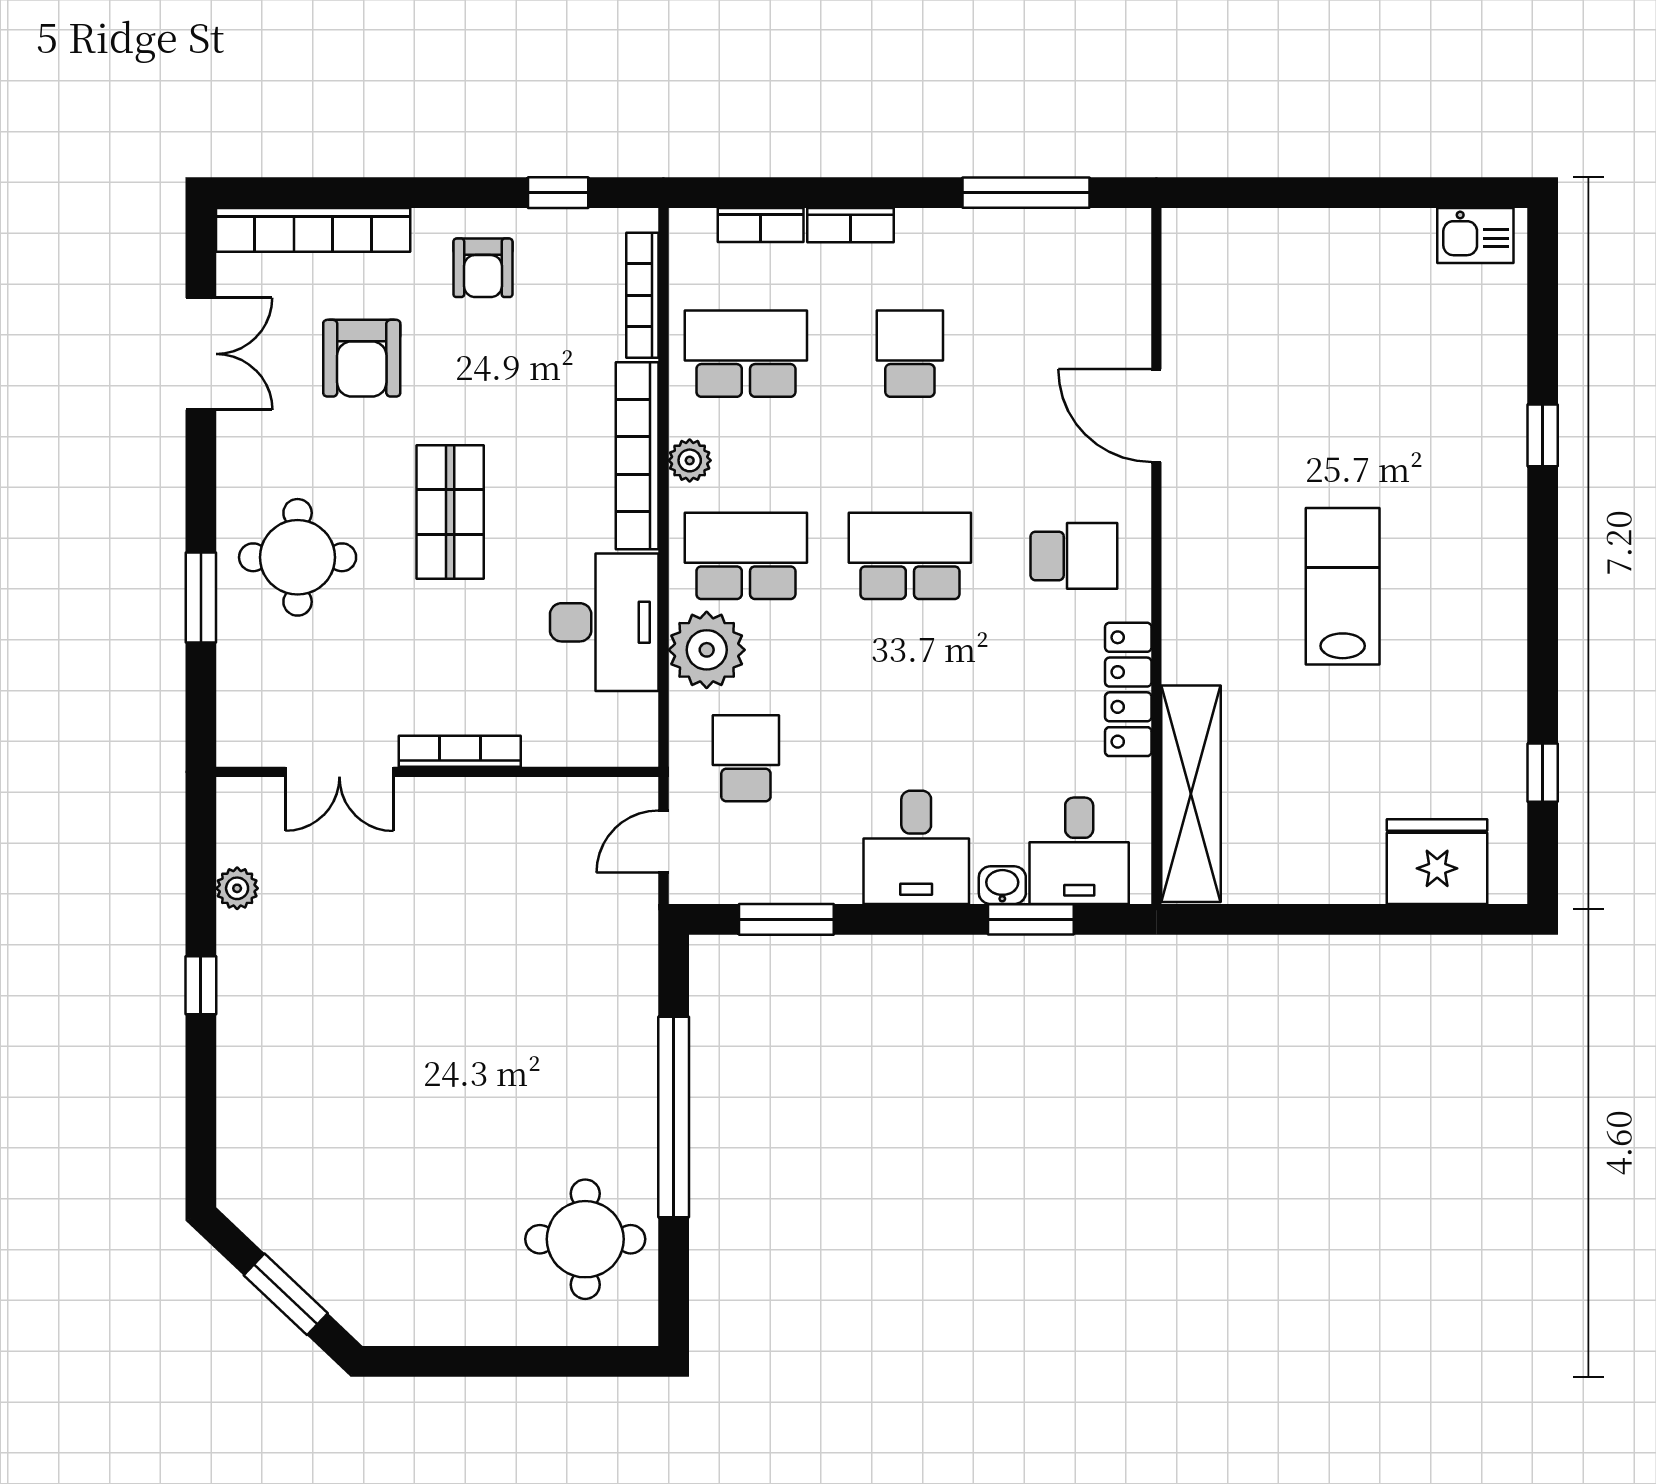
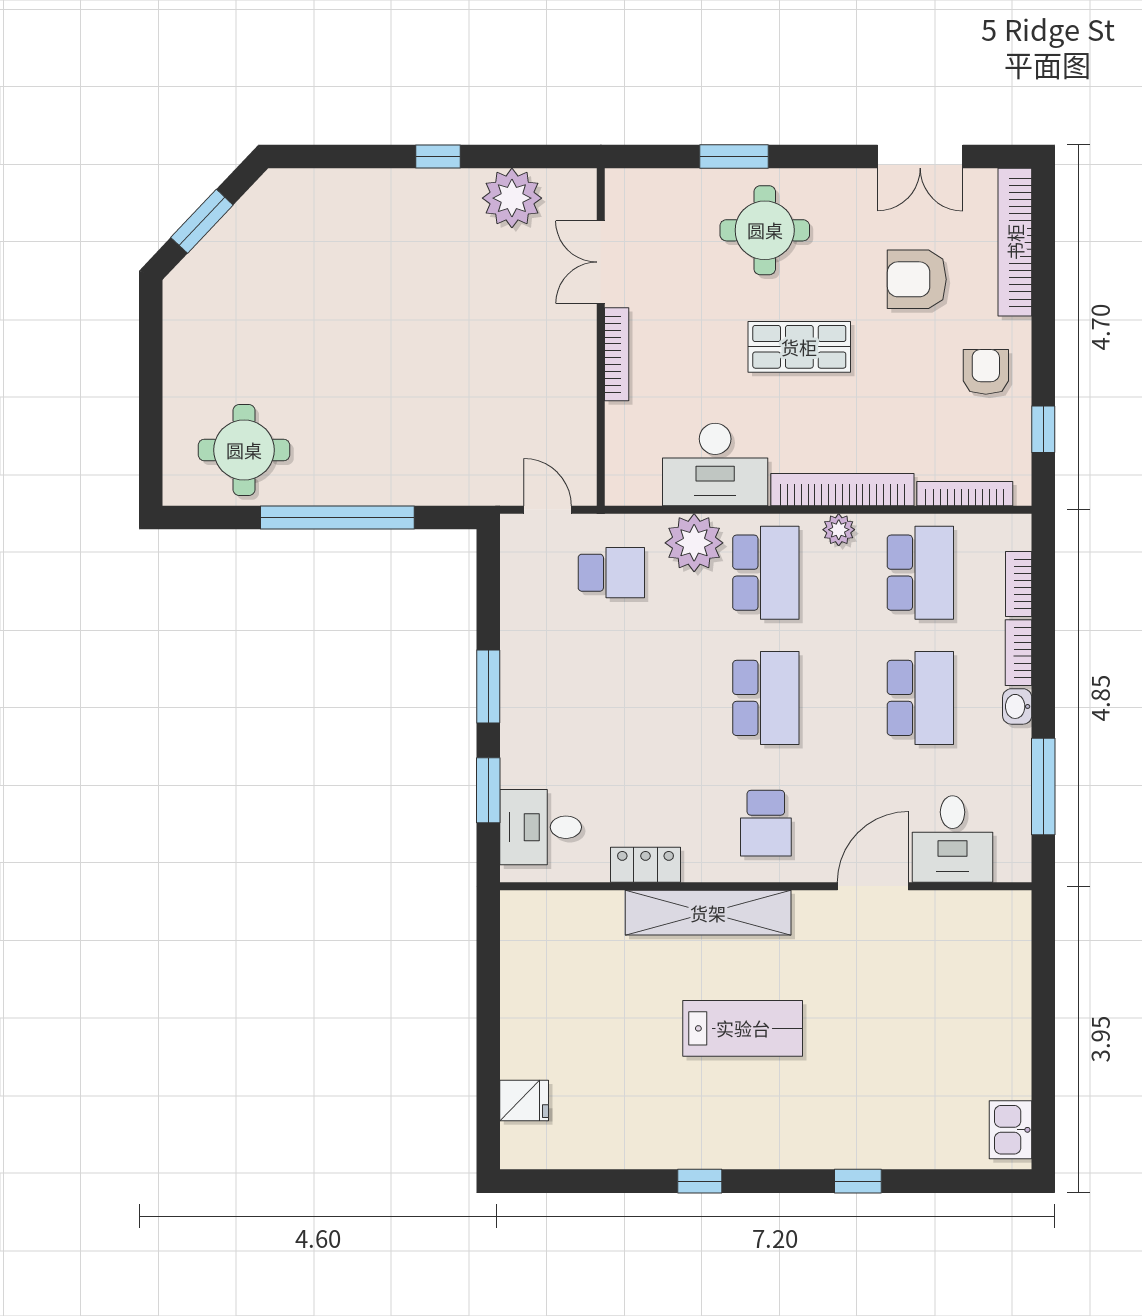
armchair: (483, 268) -> (986, 372), turned 90
school desk: (910, 354) -> (920, 698), width x1.85
locker: (1128, 689) -> (646, 865), width x0.66
window: (1543, 773) -> (700, 1181), moved
shelving: (1191, 794) -> (708, 913), moved
desk: (916, 847) -> (953, 839), moved, turned -90
fridge: (1437, 862) -> (524, 1101), width x0.53, depth x0.75
washbasin: (1002, 885) -> (1017, 706), moved, turned 180
plant: (237, 888) -> (512, 198), width x1.88, depth x1.88
window: (786, 919) -> (488, 686), moved

